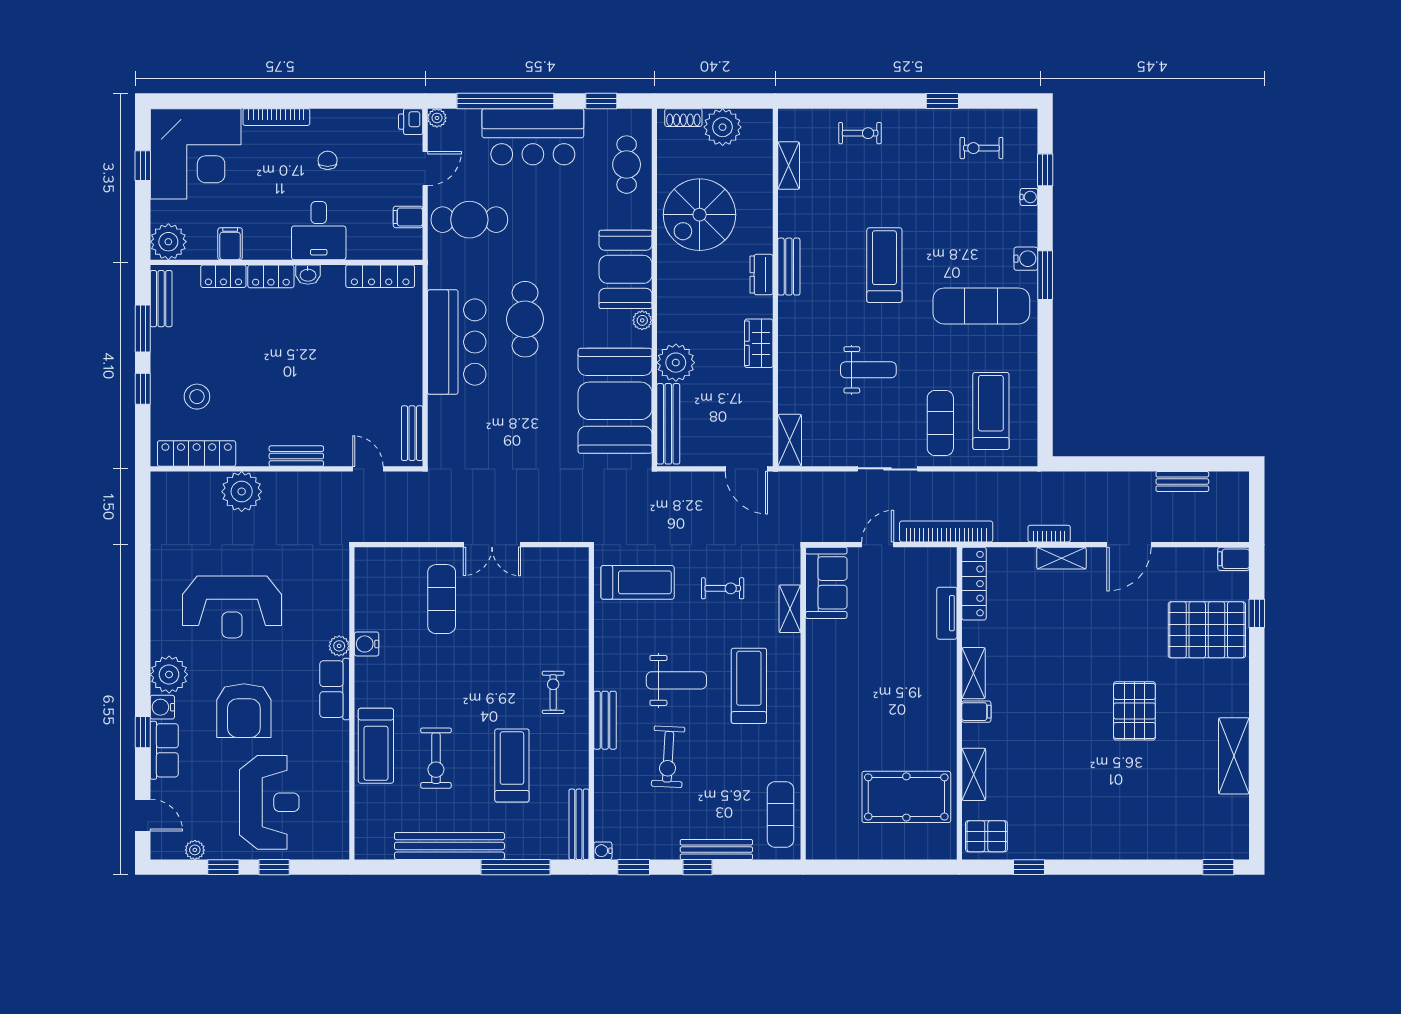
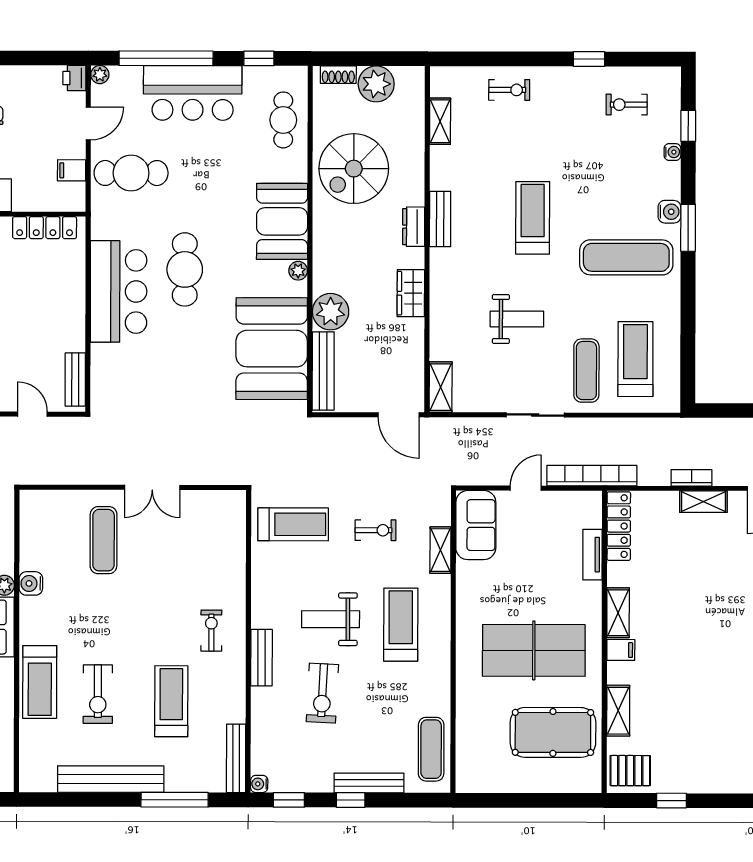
weight bench: (676, 680) -> (331, 619), turned 180
table tennis table: (886, 712) -> (534, 650), added

